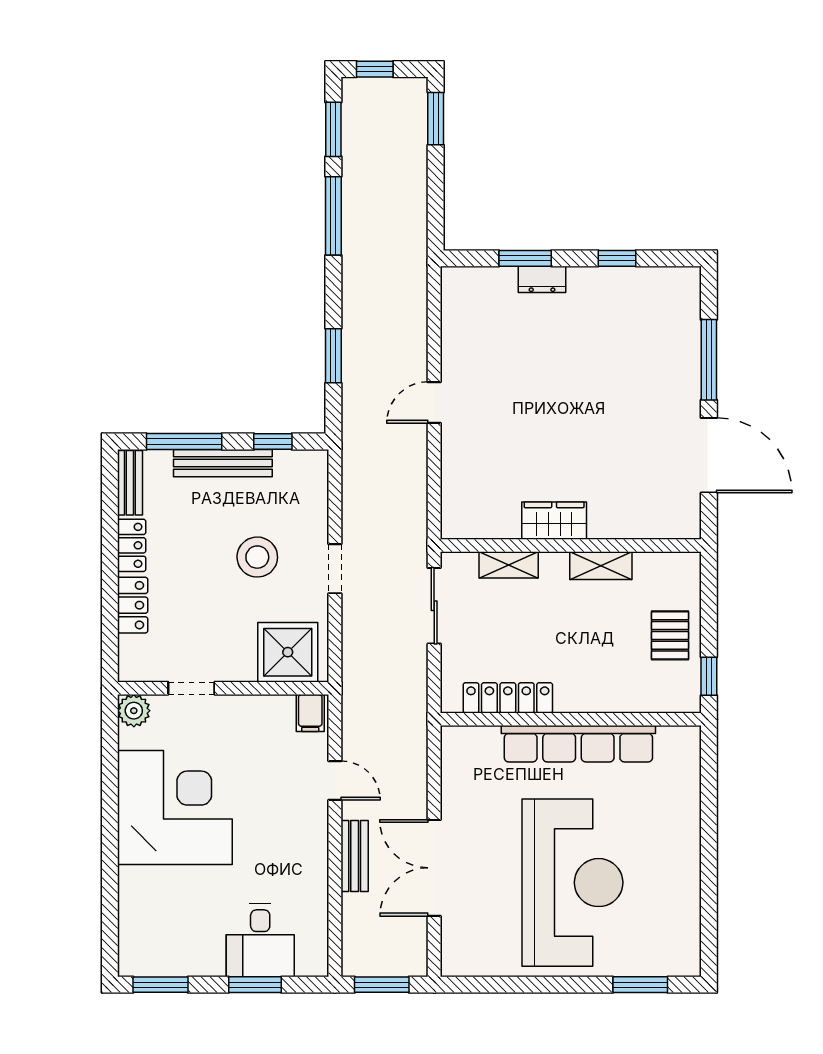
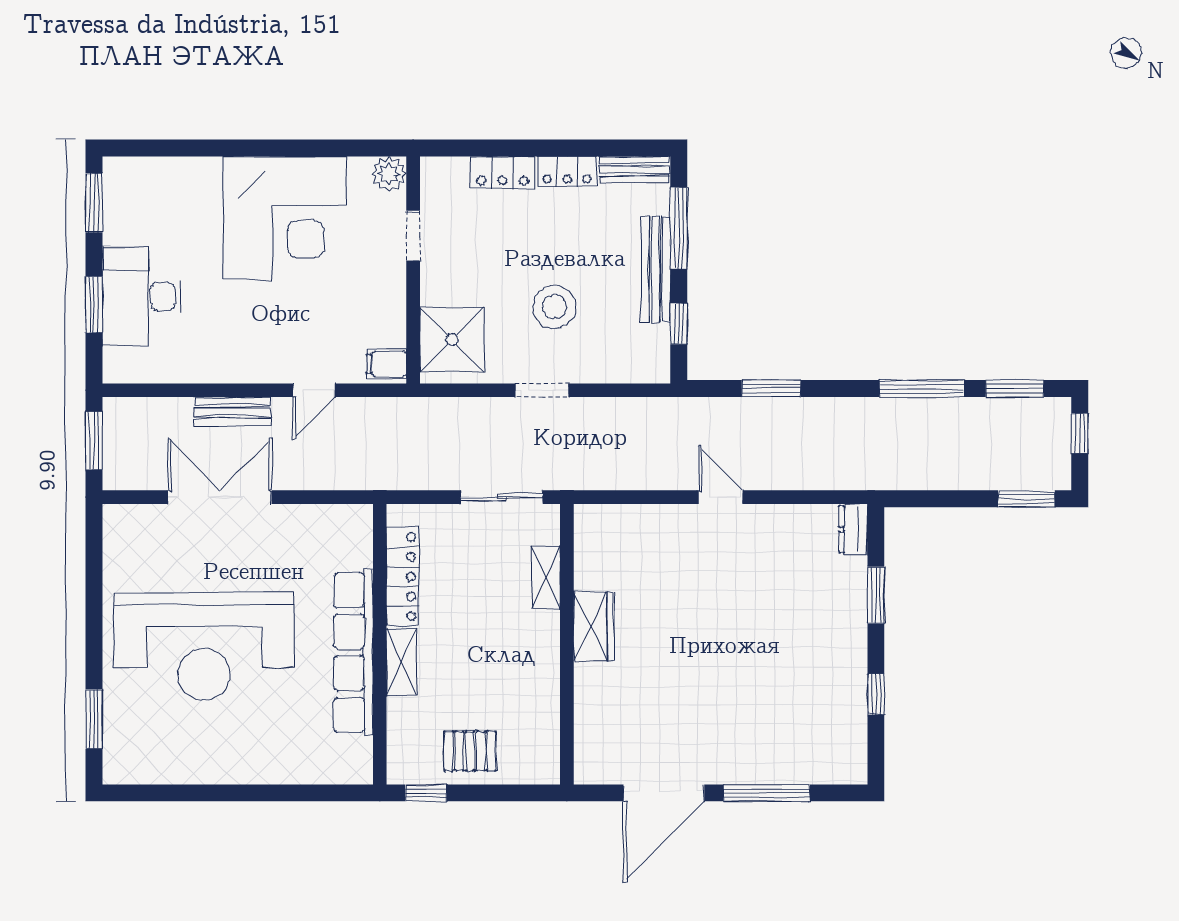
dresser: (542, 279) -> (853, 529), moved
shelving: (601, 566) -> (401, 662), moved
desk: (260, 940) -> (142, 296), width x1.37

